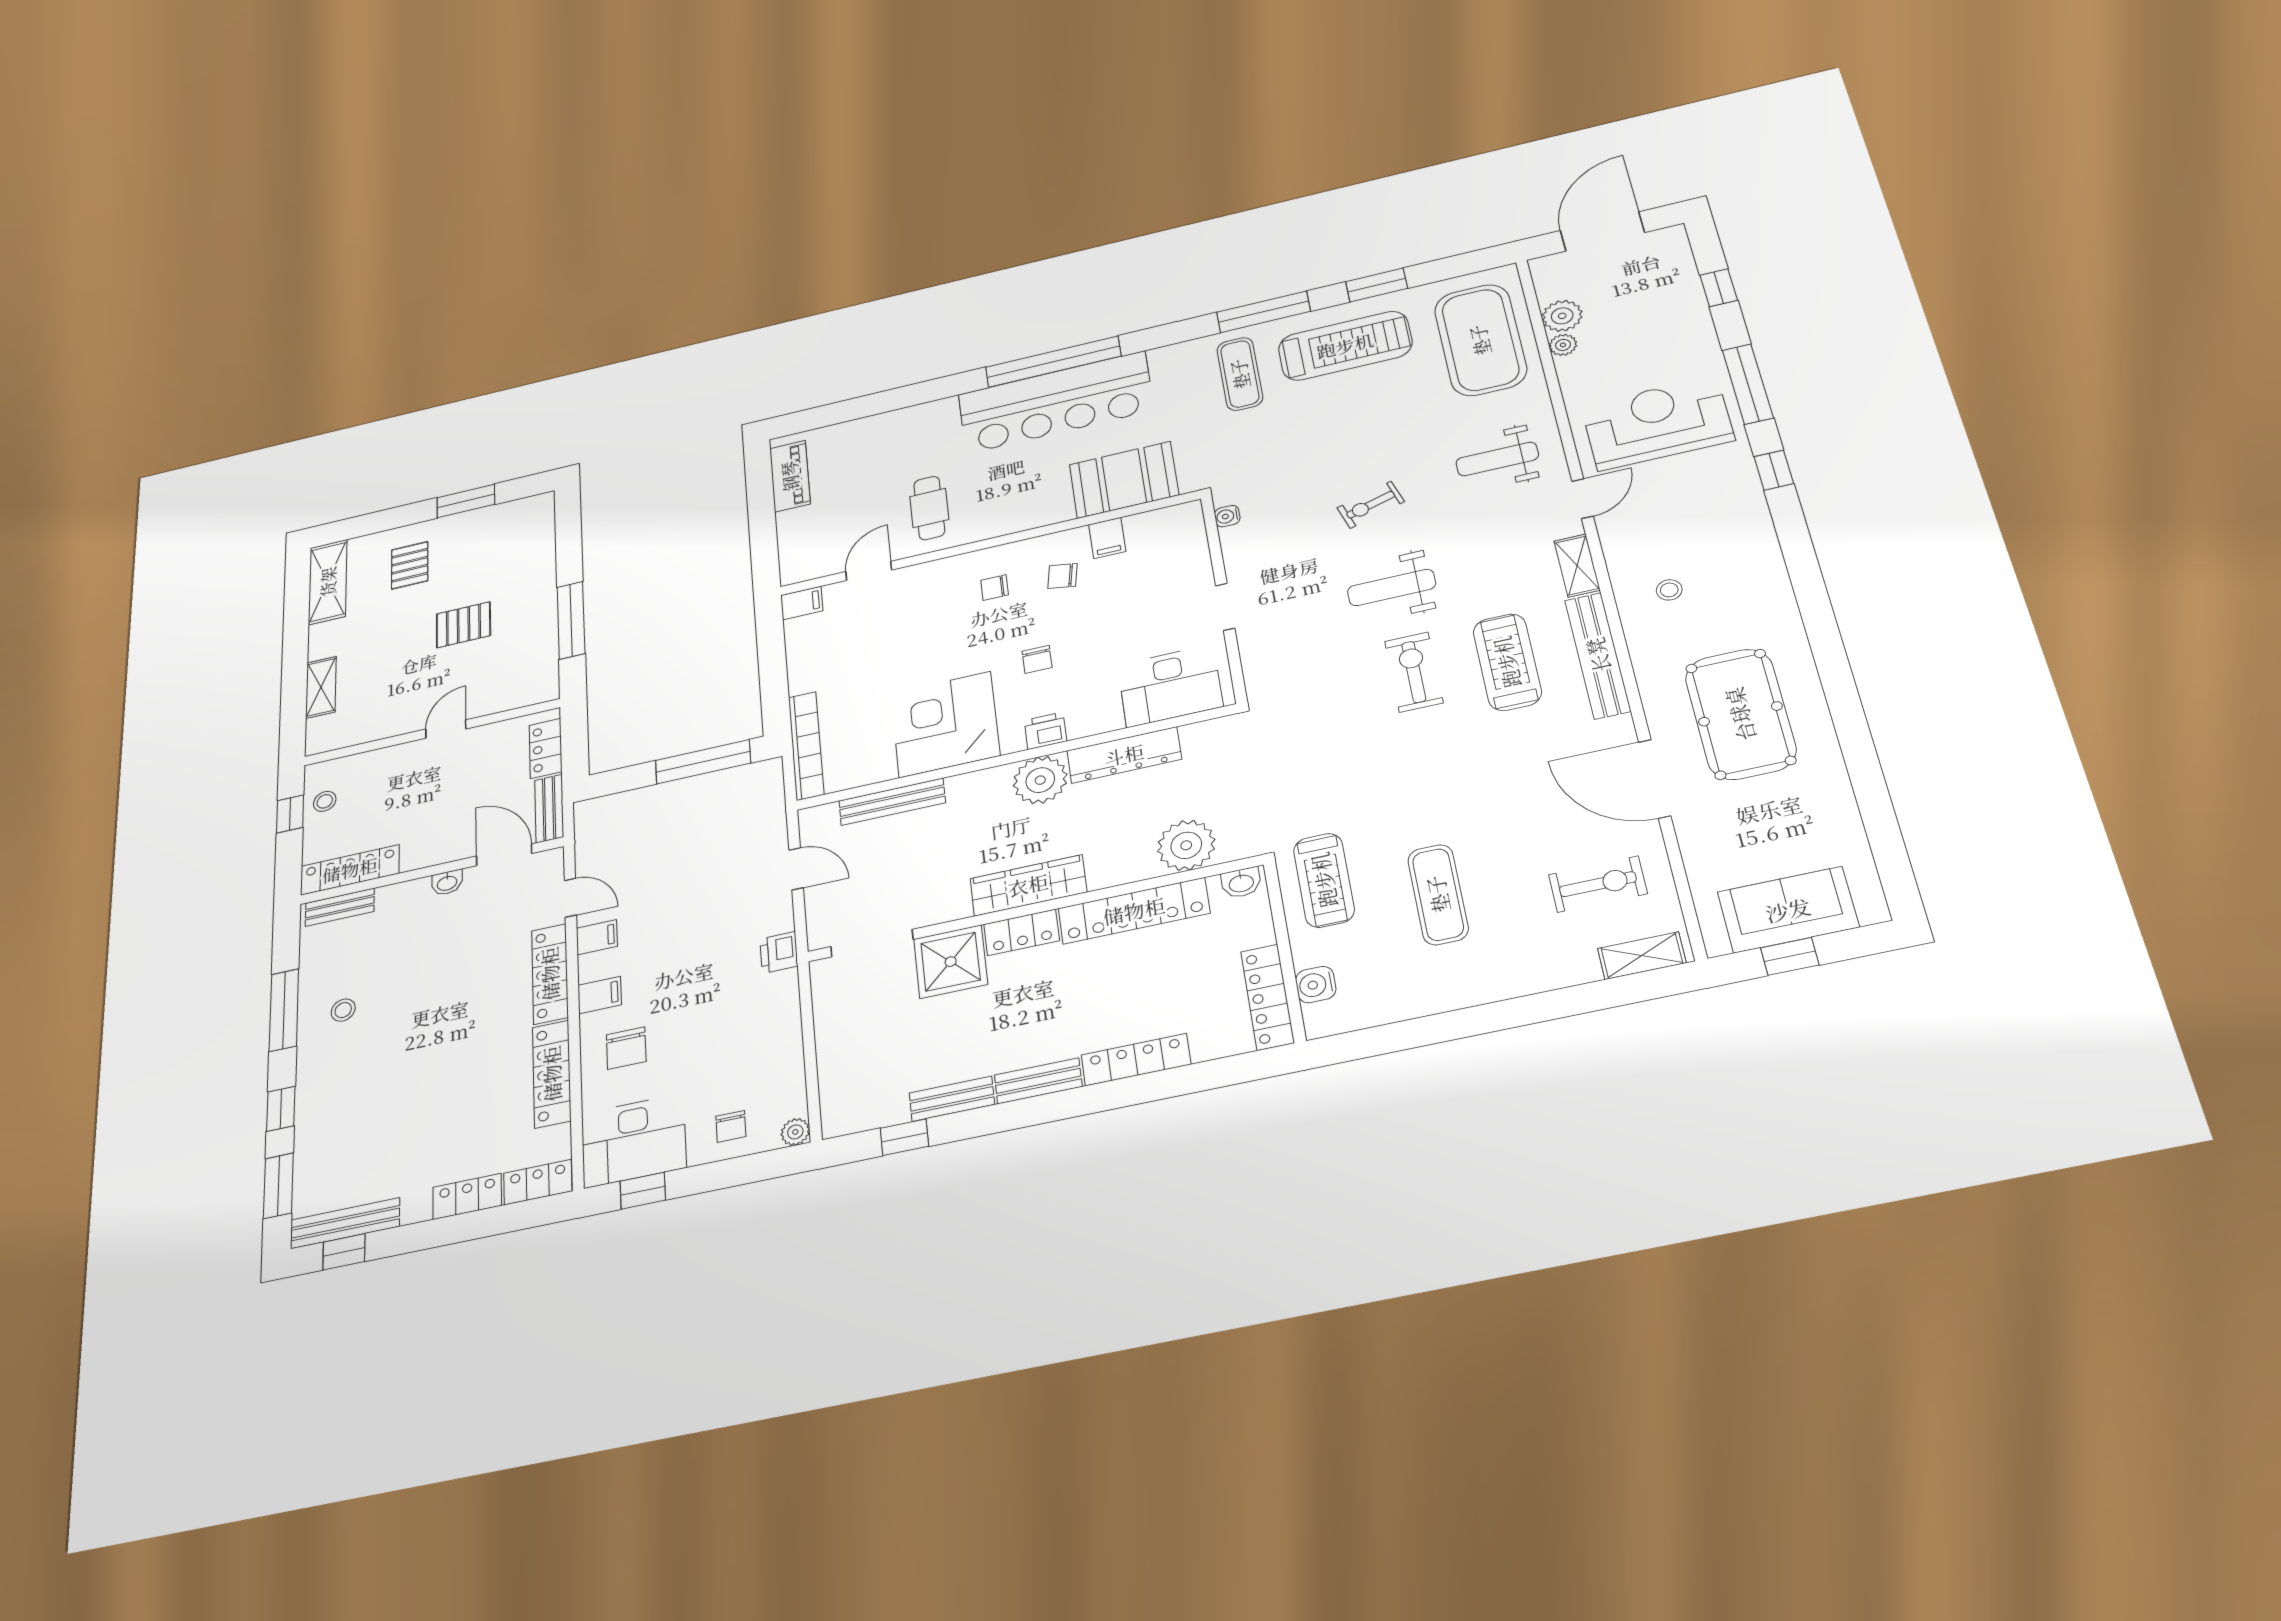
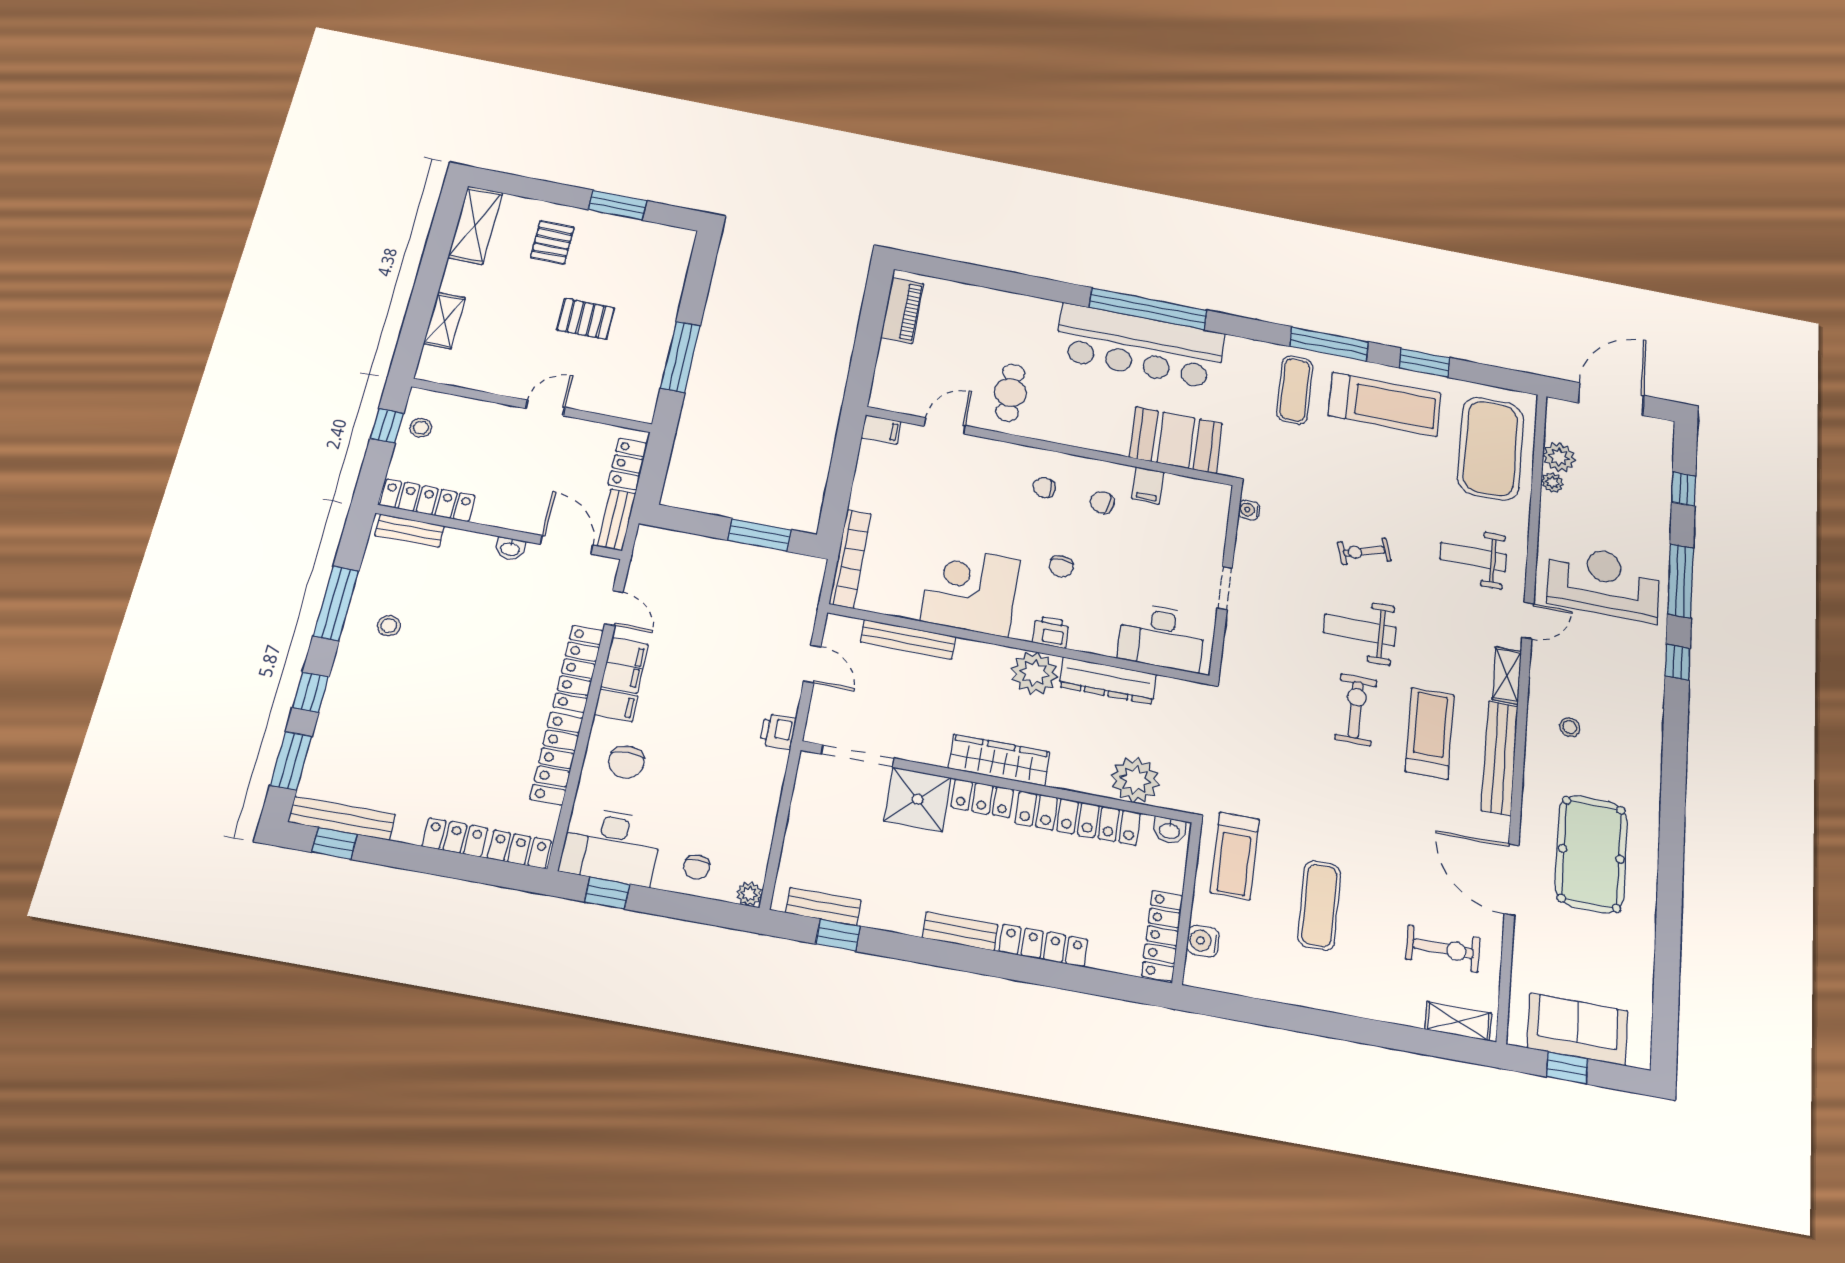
window: (703, 762) -> (760, 535), width x0.69
filing cabinet: (597, 937) -> (624, 665), width x2.00
bench: (952, 1099) -> (823, 907), moved

